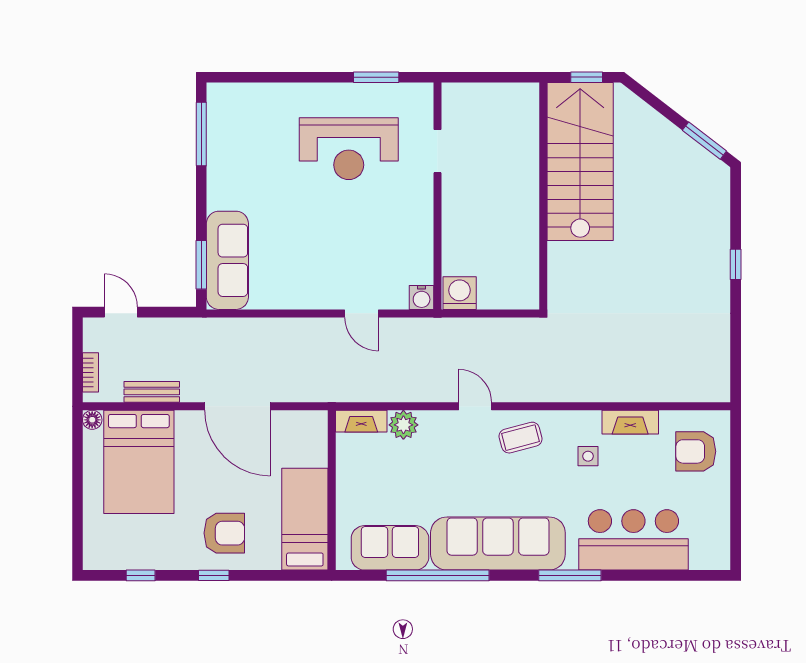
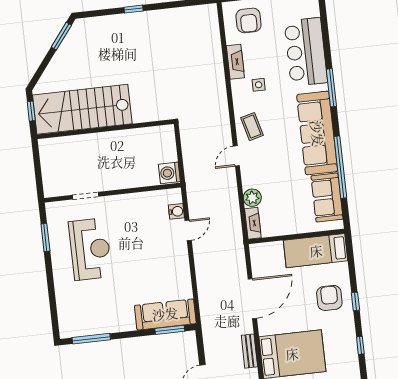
water cooler: (422, 297) -> (176, 211), moved

